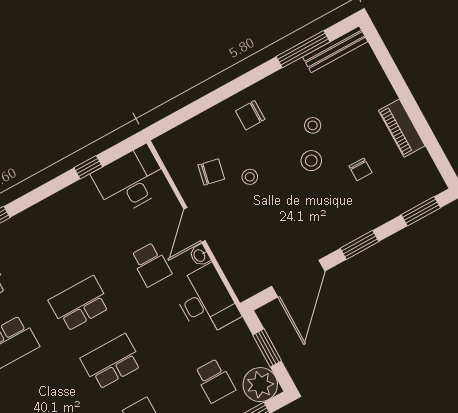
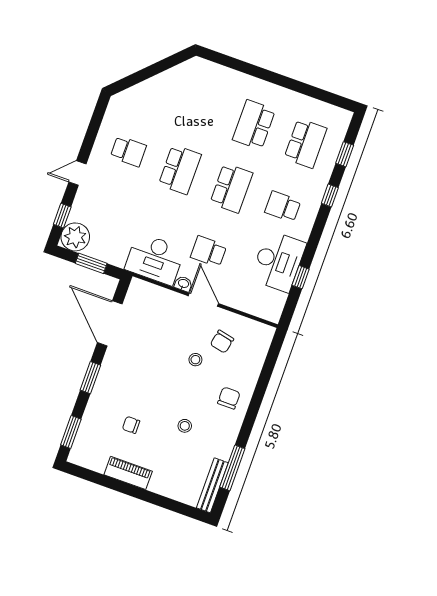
stool: (311, 161) -> (166, 403), removed
desk: (131, 181) -> (278, 261), moved
school desk: (215, 381) -> (283, 207), moved

